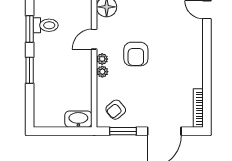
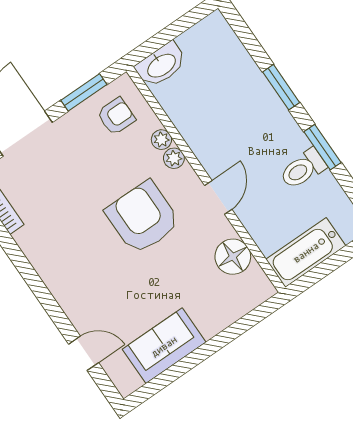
armchair: (136, 54) -> (143, 217), width x1.36, depth x1.36
plant: (102, 59) -> (161, 140), moved
armchair: (116, 110) -> (116, 116), turned 40

